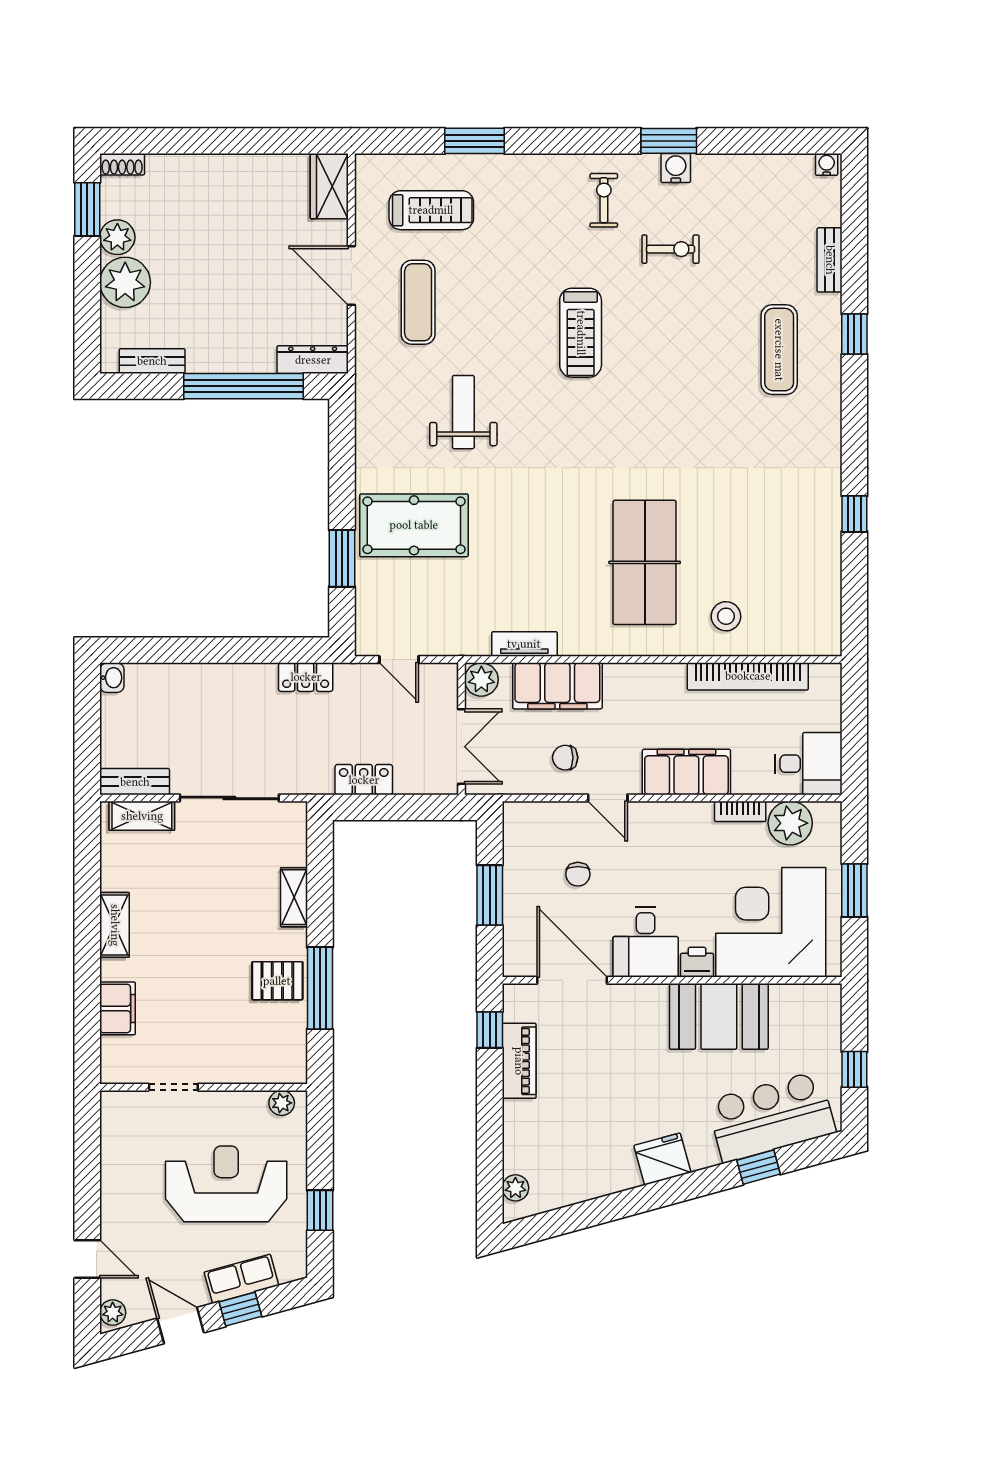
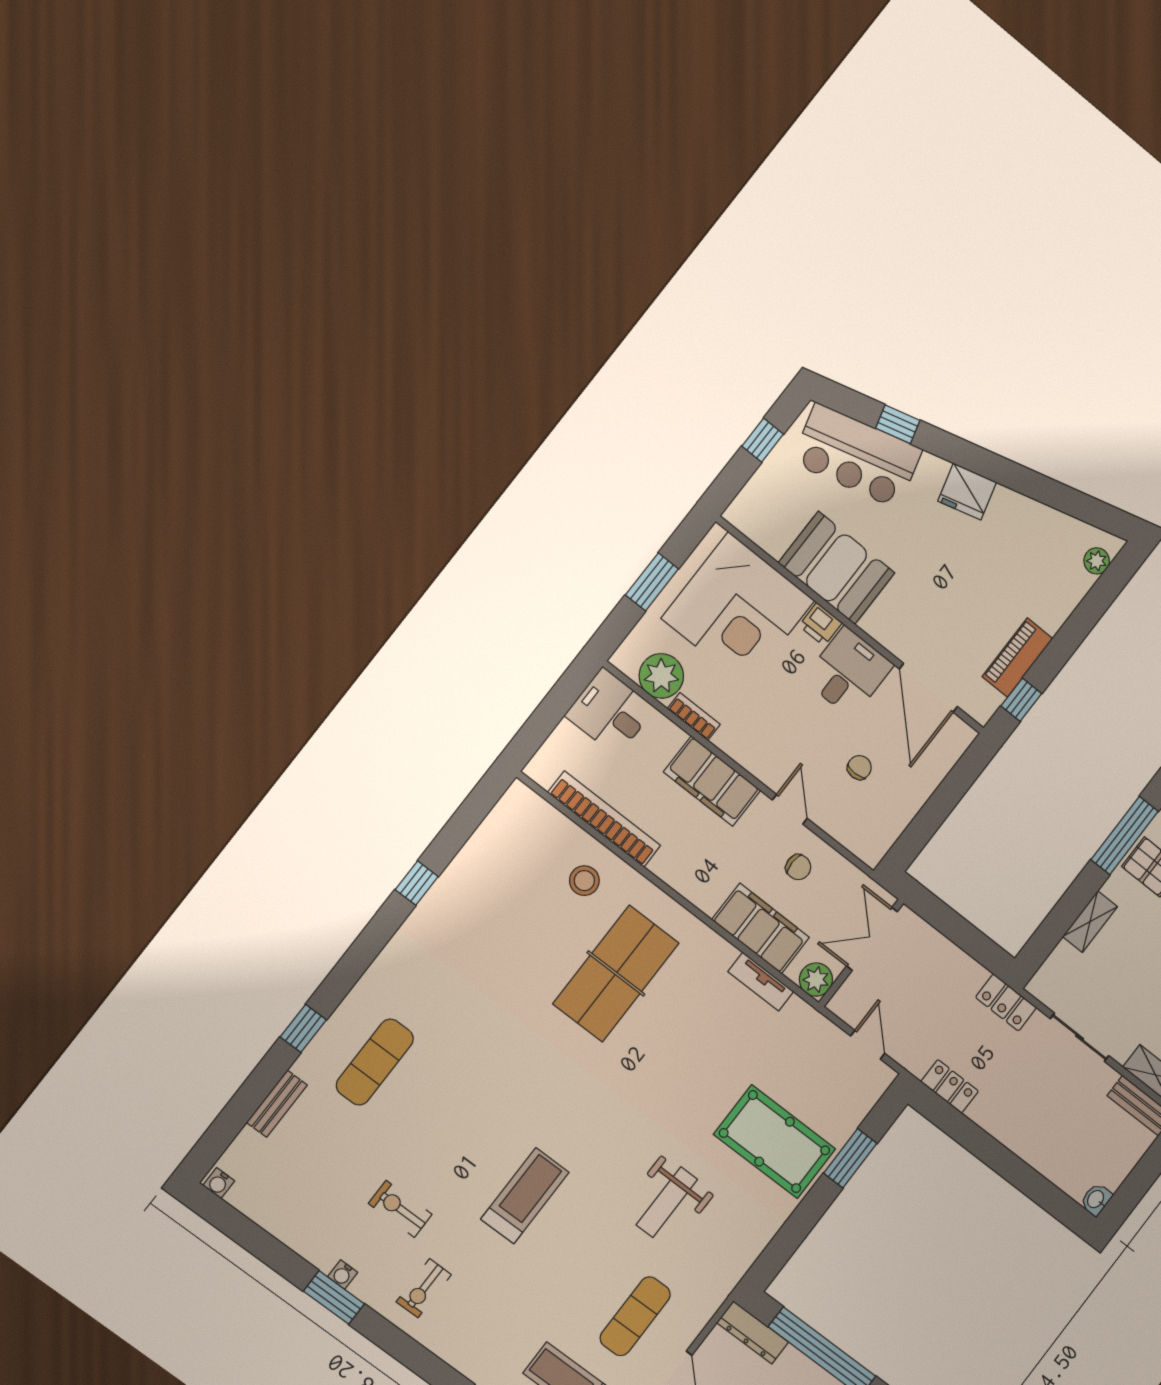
water cooler: (676, 168) -> (343, 1275), width x0.72, depth x0.72
locker: (364, 780) -> (1006, 1002), moved
sliding door: (229, 798) -> (1079, 1037), width x0.73
window: (490, 895) -> (940, 805), removed

